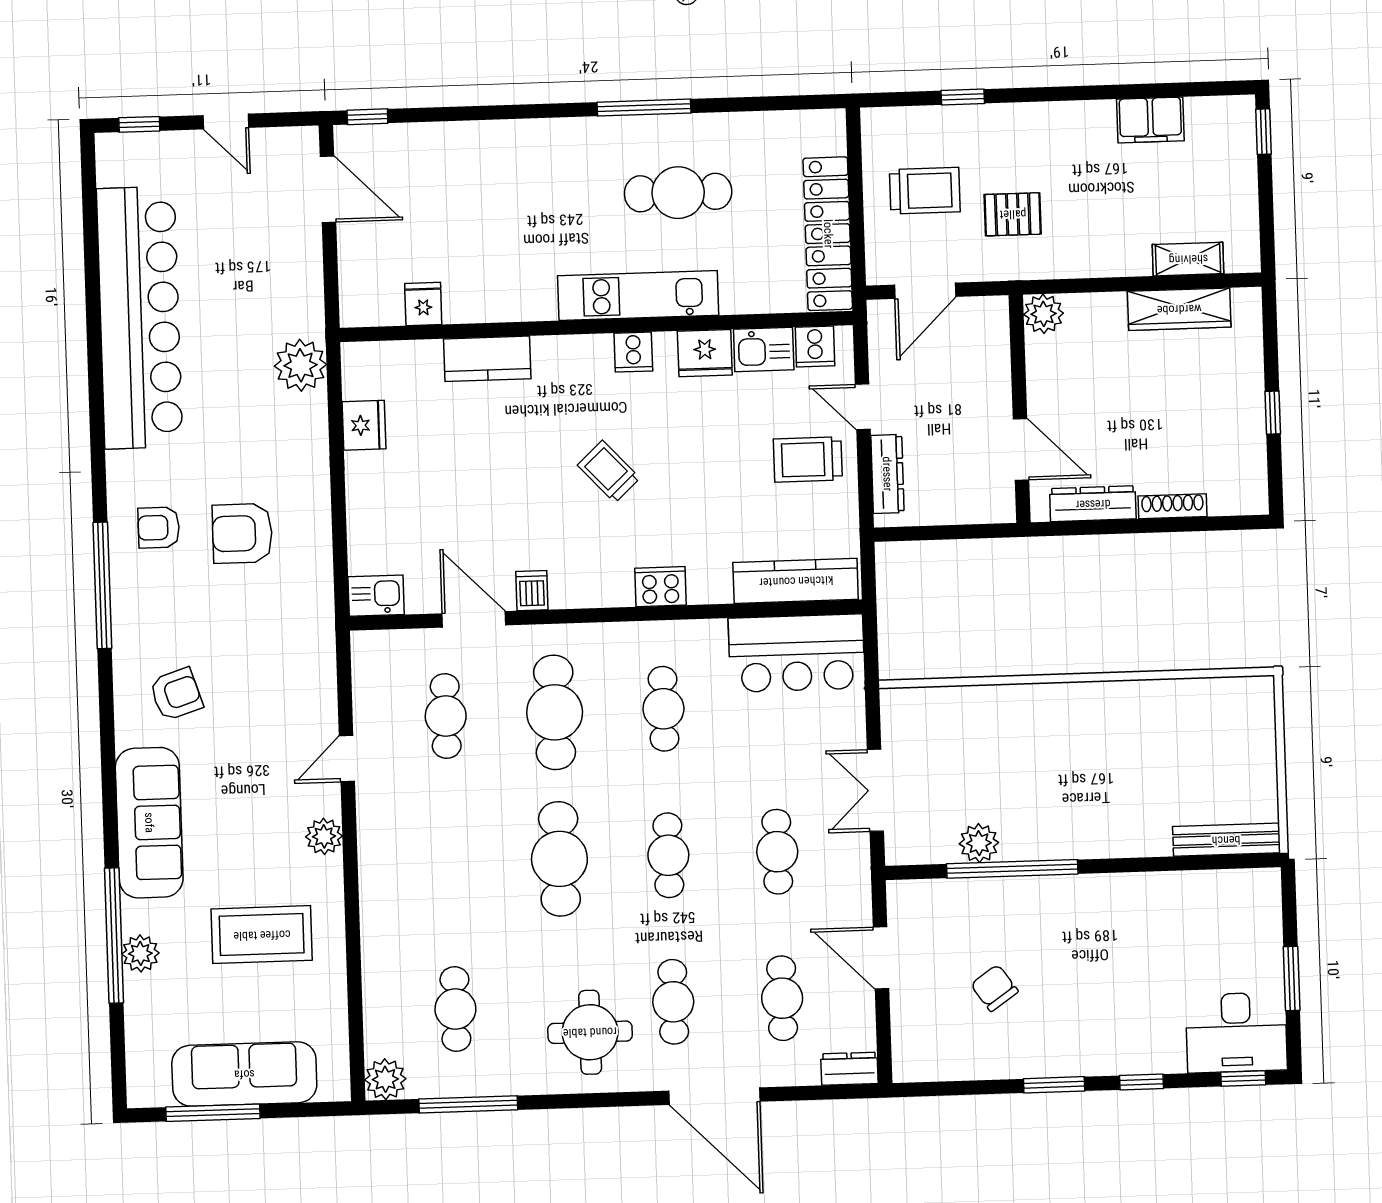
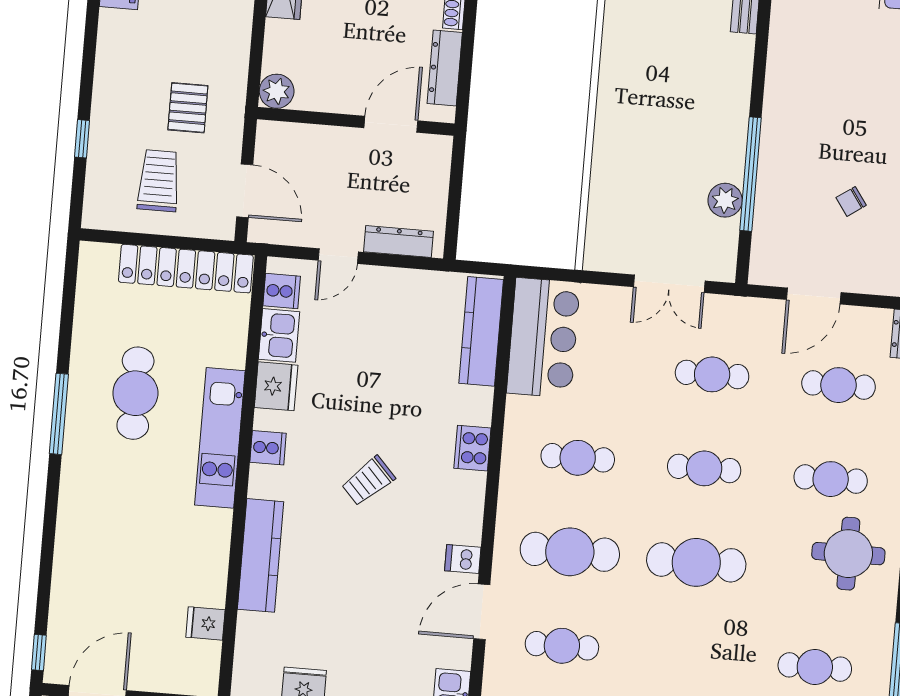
kitchen counter: (487, 359) -> (261, 555), width x1.50
trolley: (808, 459) -> (378, 309), removed
chair: (994, 988) -> (851, 201), width x0.73, depth x0.73

